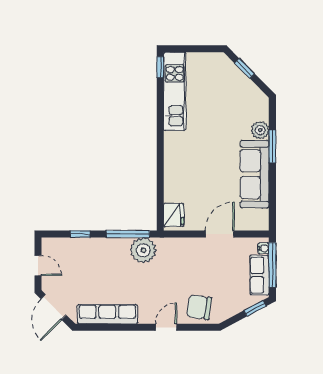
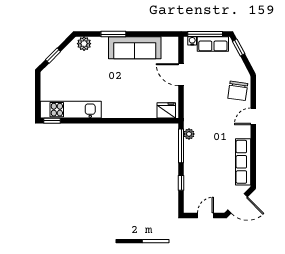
plant: (260, 130) -> (84, 44), moved
plant: (143, 250) -> (189, 134), width x0.53, depth x0.53
door: (166, 327) -> (253, 116), hinge flipped

